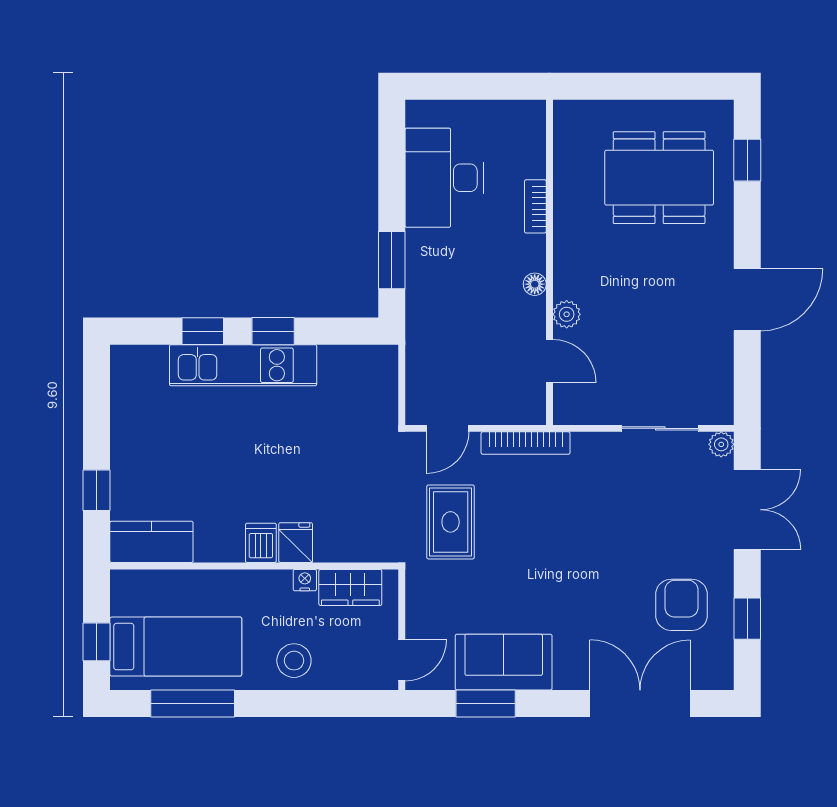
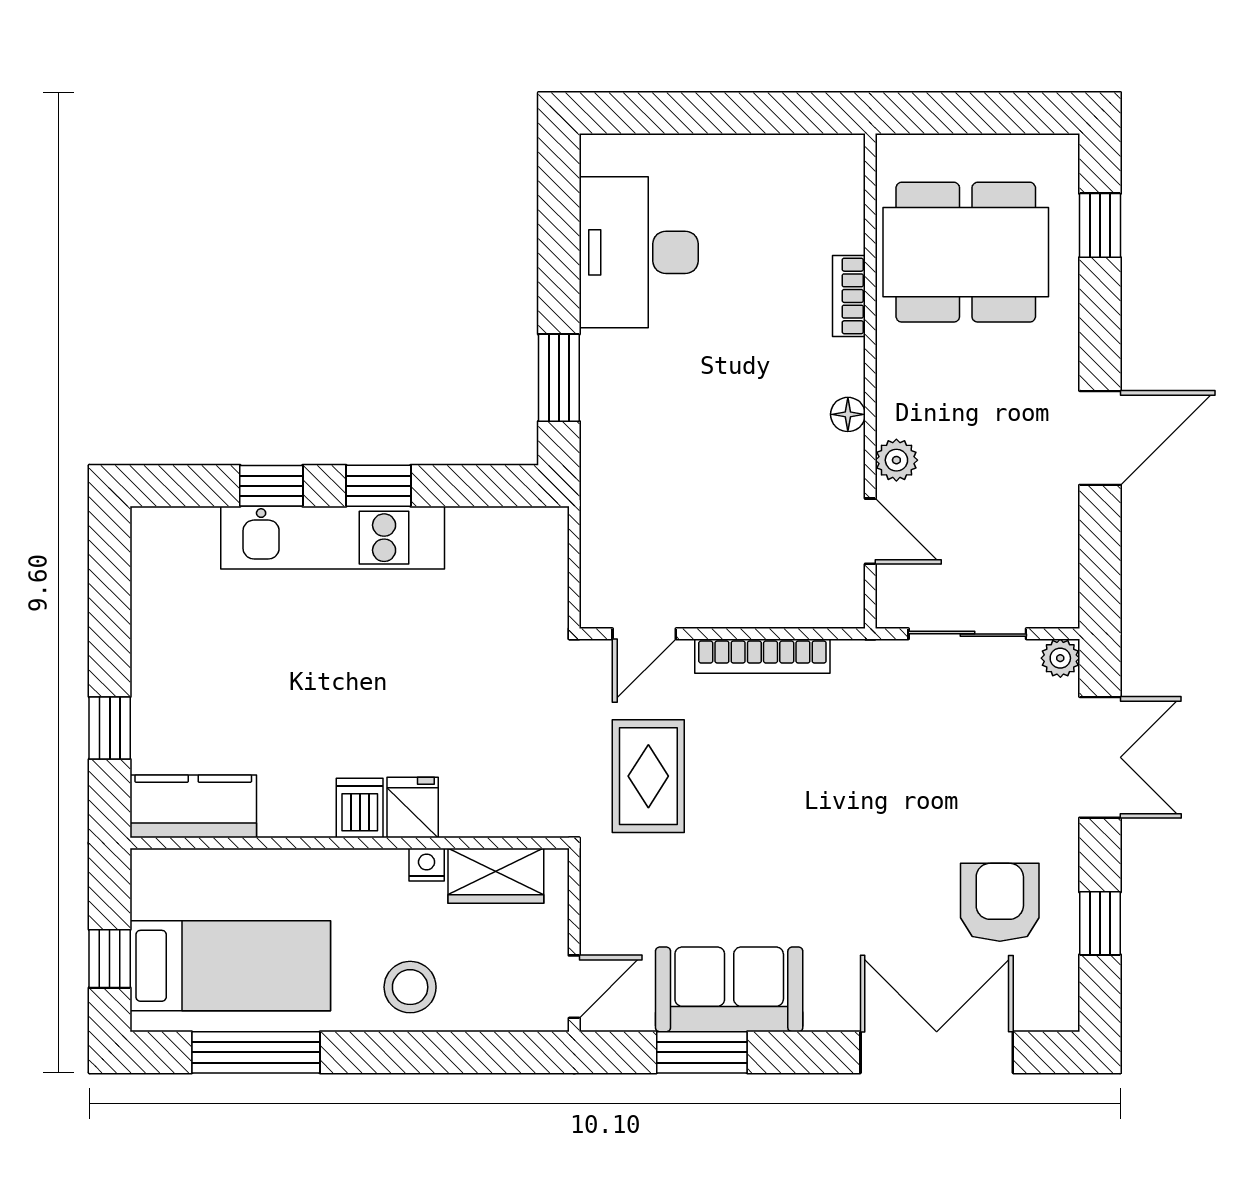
bookcase: (535, 206) -> (849, 296), moved
wall: (549, 262) -> (870, 381), moved
floor lamp: (535, 284) -> (848, 414), moved
plant: (567, 314) -> (896, 460), moved
door: (549, 361) -> (870, 531), moved

